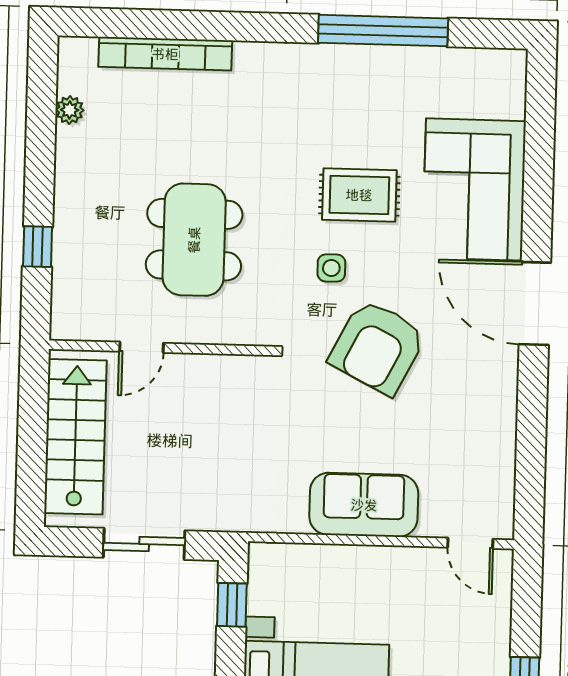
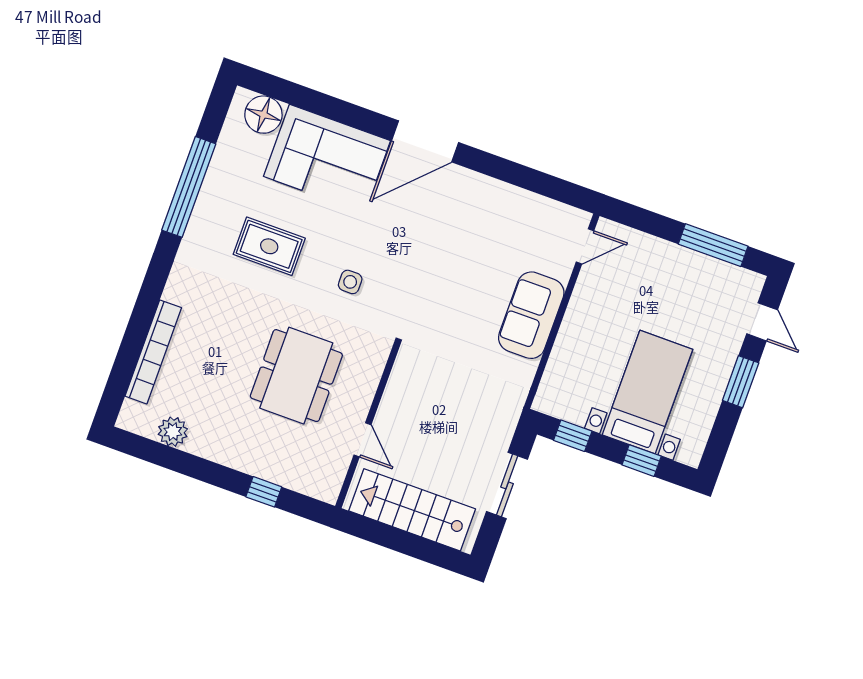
floor lamp: (502, 93) -> (263, 115), added
plant: (70, 110) -> (173, 432), width x1.38, depth x1.38
rug: (359, 195) -> (269, 246), moved, turned 90
dining table: (194, 240) -> (296, 376), turned 90
armchair: (378, 347) -> (419, 267), removed

